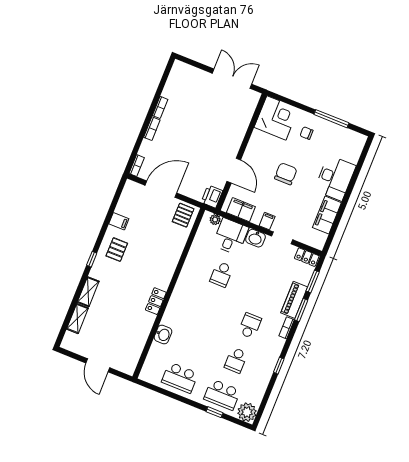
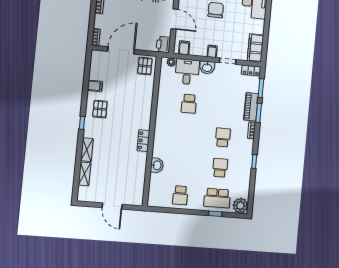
filing cabinet: (241, 210) -> (184, 48), width x0.50
filing cabinet: (327, 215) -> (255, 48), moved
school desk: (236, 360) -> (220, 168), turned 180
school desk: (180, 378) -> (180, 195), width x0.54

